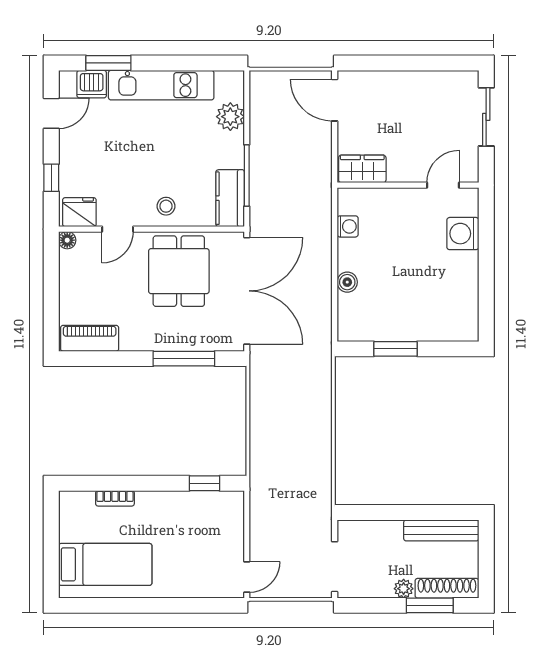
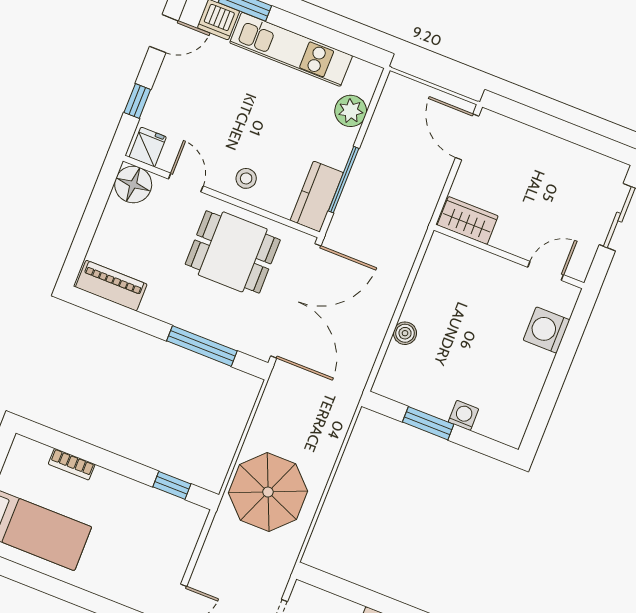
fridge: (79, 212) -> (148, 147), width x0.72
washing machine: (348, 226) -> (463, 415), moved, turned -90
door: (118, 229) -> (186, 182), swing flipped
floor lamp: (67, 240) -> (133, 184), width x1.89, depth x1.89
dining table: (179, 271) -> (233, 252), turned 90
parasol: (286, 458) -> (268, 492), added

